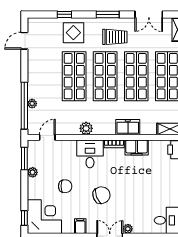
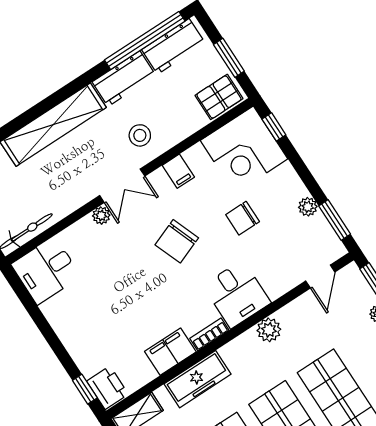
freezer: (128, 127) -> (198, 379), width x1.40

